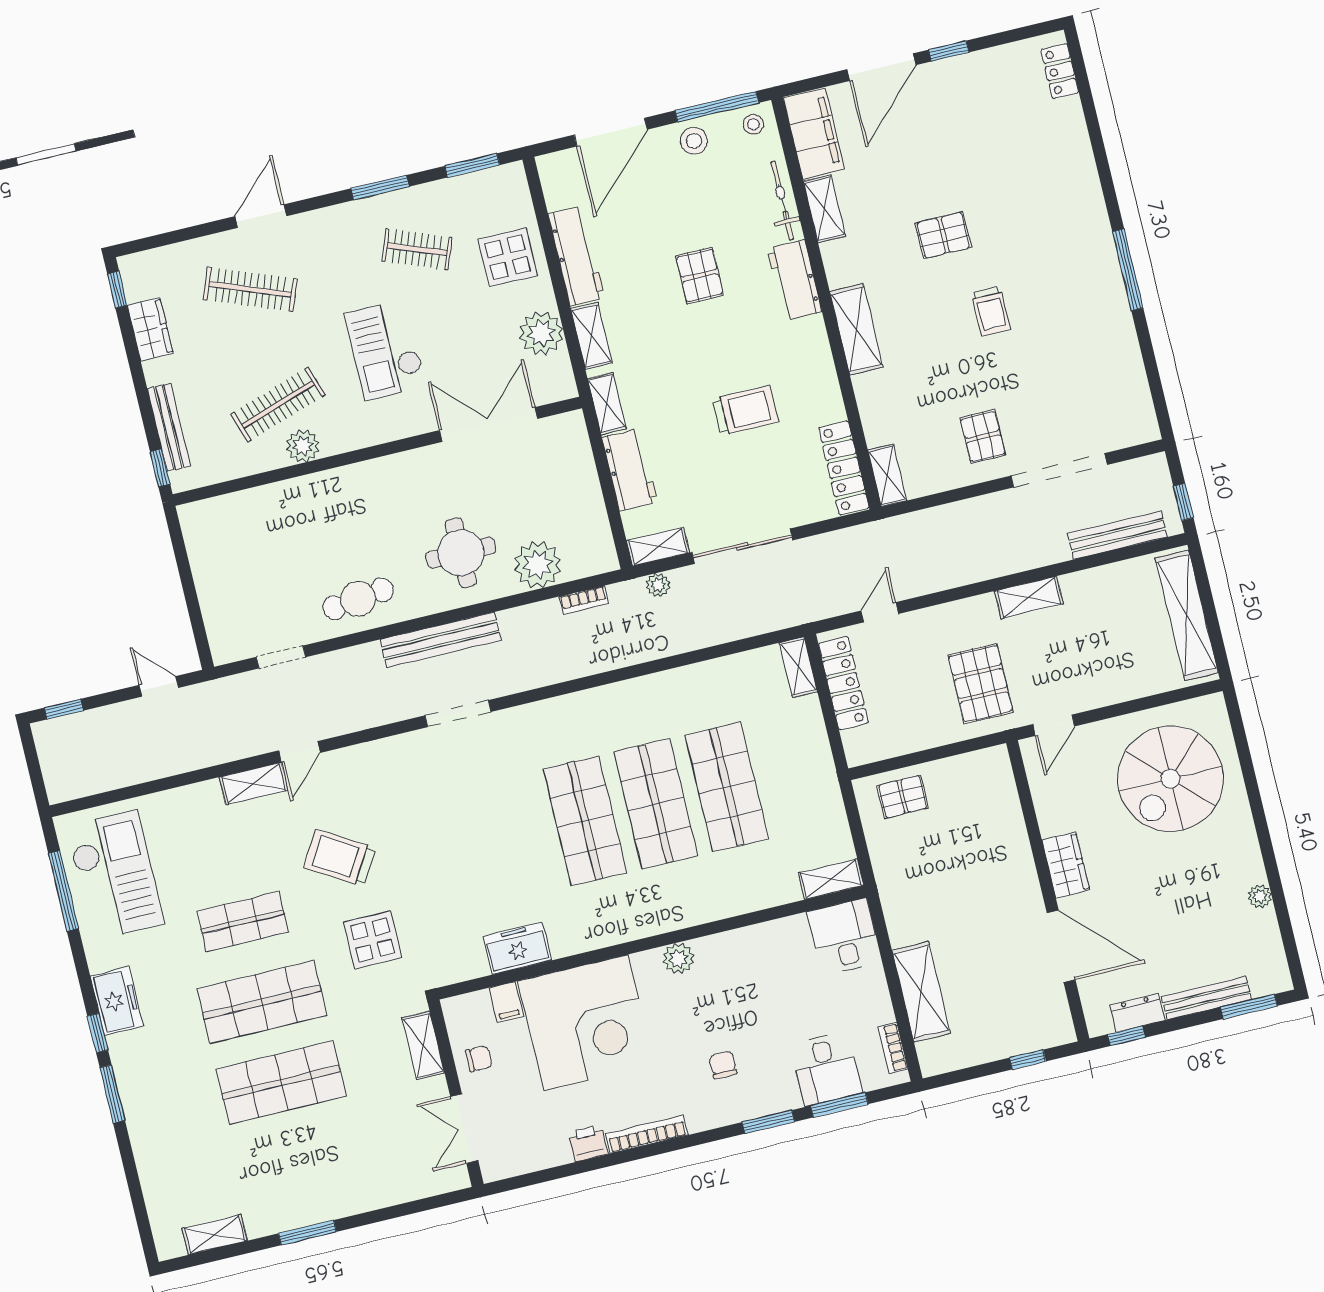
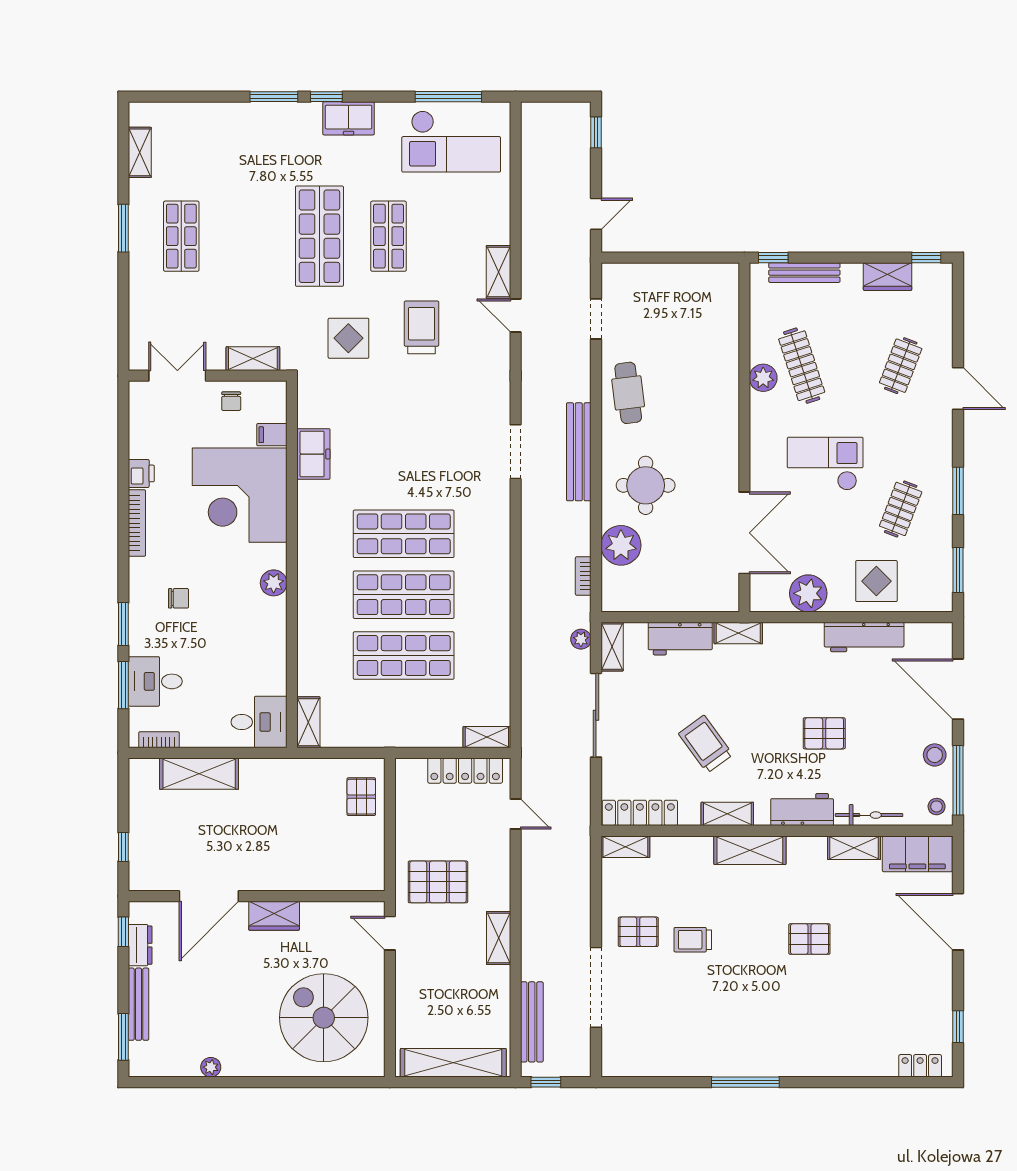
window: (949, 51) -> (958, 1027), moved
pallet: (943, 235) -> (809, 939), turned 90
clothes rail: (250, 289) -> (901, 366), width x0.73
trolley: (991, 311) -> (693, 940), moved
shelving: (592, 336) -> (727, 814), moved
trolley: (745, 410) -> (706, 744), turned 144
trolley: (340, 858) -> (422, 327), turned -31
shop shelf: (281, 1082) -> (181, 236), moved, width x0.70, depth x0.74

